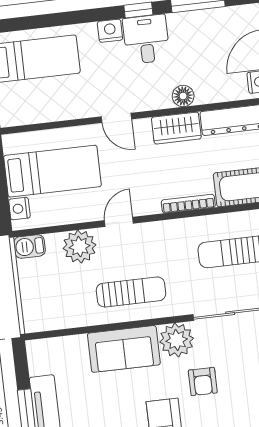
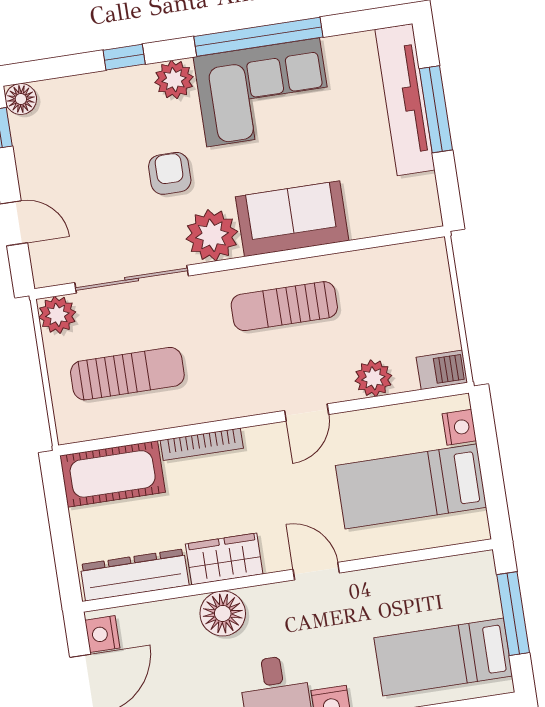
floor lamp: (183, 96) -> (223, 613), width x1.38, depth x1.38
plant: (79, 247) -> (373, 378), width x0.73, depth x0.73

